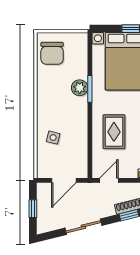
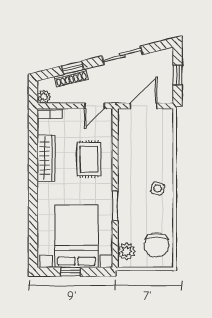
chair: (52, 53) -> (157, 245), turned 180
plant: (80, 88) -> (126, 251), moved
side table: (53, 138) -> (158, 189), moved

